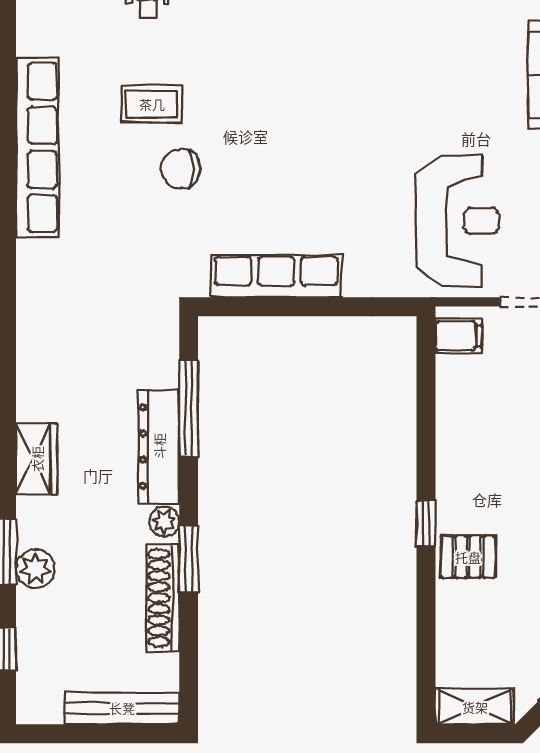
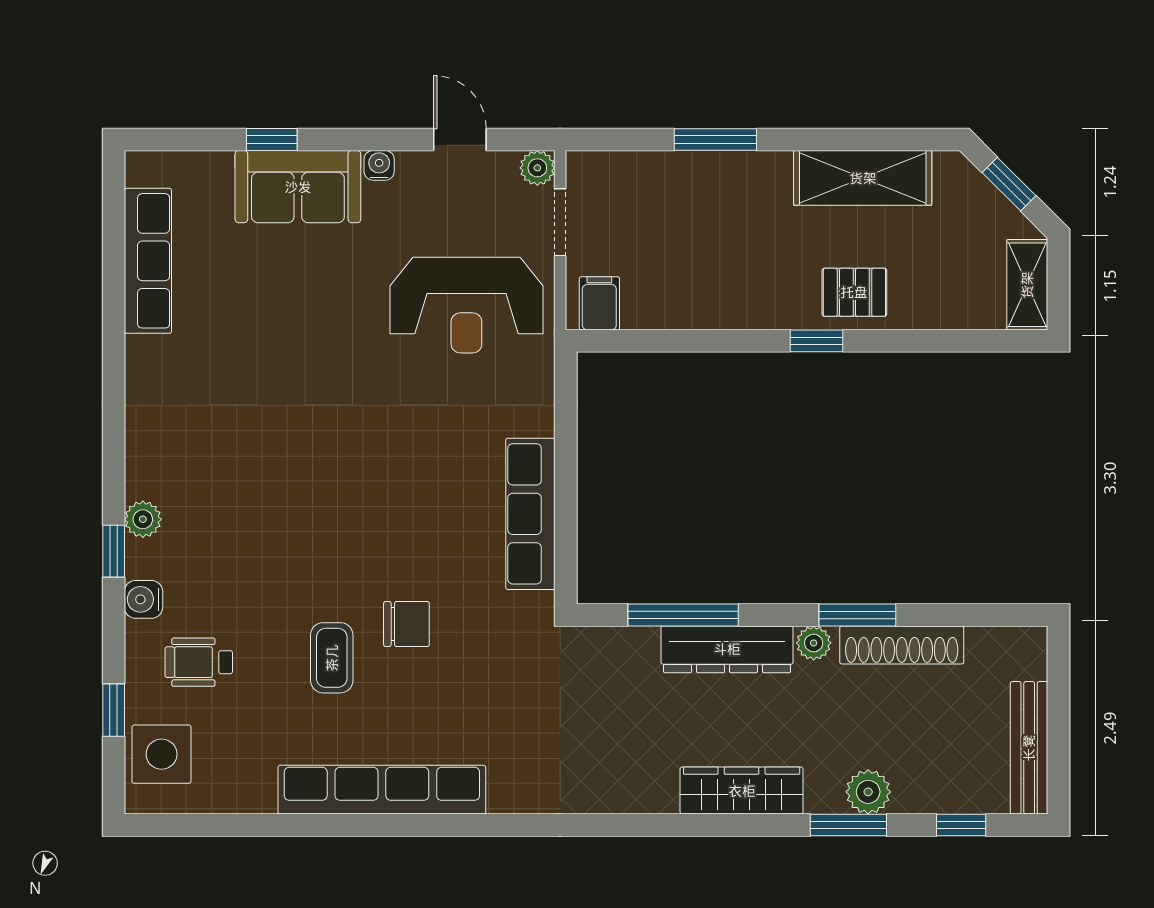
chair: (181, 169) -> (406, 624), turned -90
reception desk: (457, 221) -> (466, 305), turned 180
wardrobe: (37, 459) -> (742, 791), width x1.50
pallet: (468, 557) -> (854, 292), turned 90
bench: (122, 708) -> (1029, 748), moved

